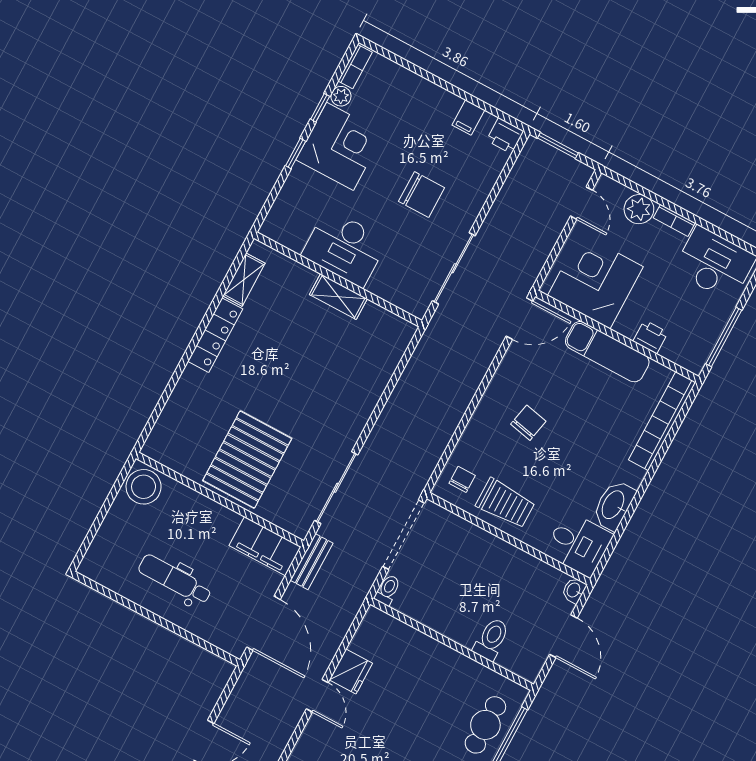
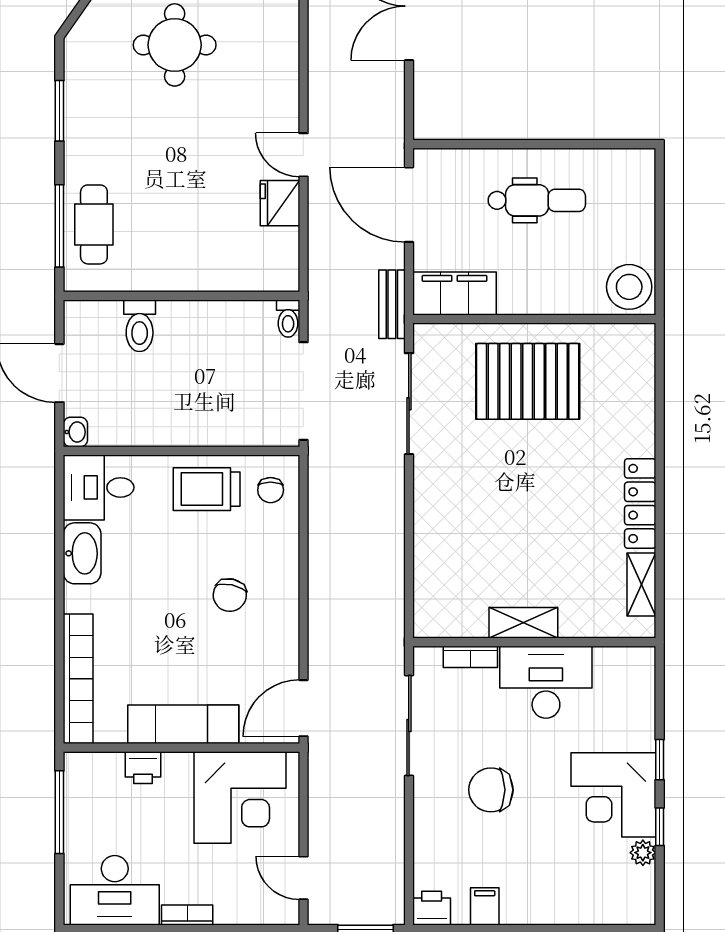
bookcase: (355, 67) -> (470, 657), moved, turned -90
plant: (639, 209) -> (234, 906), removed
pallet: (247, 459) -> (528, 381), turned 90

